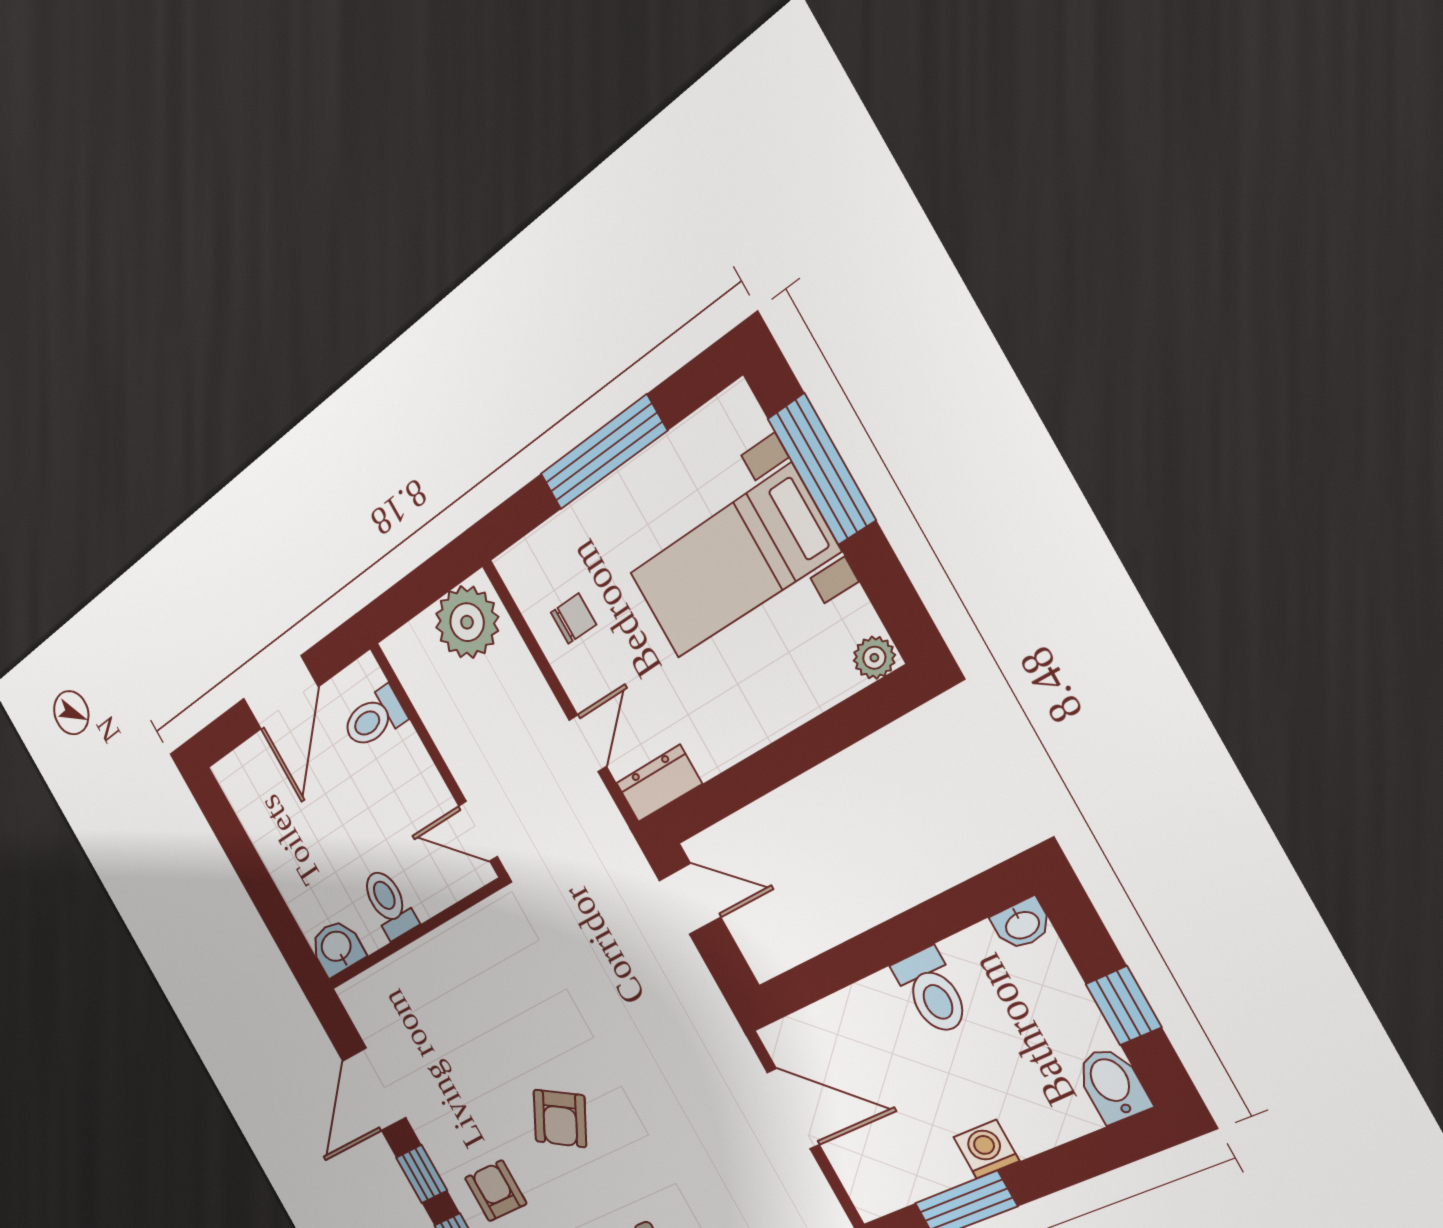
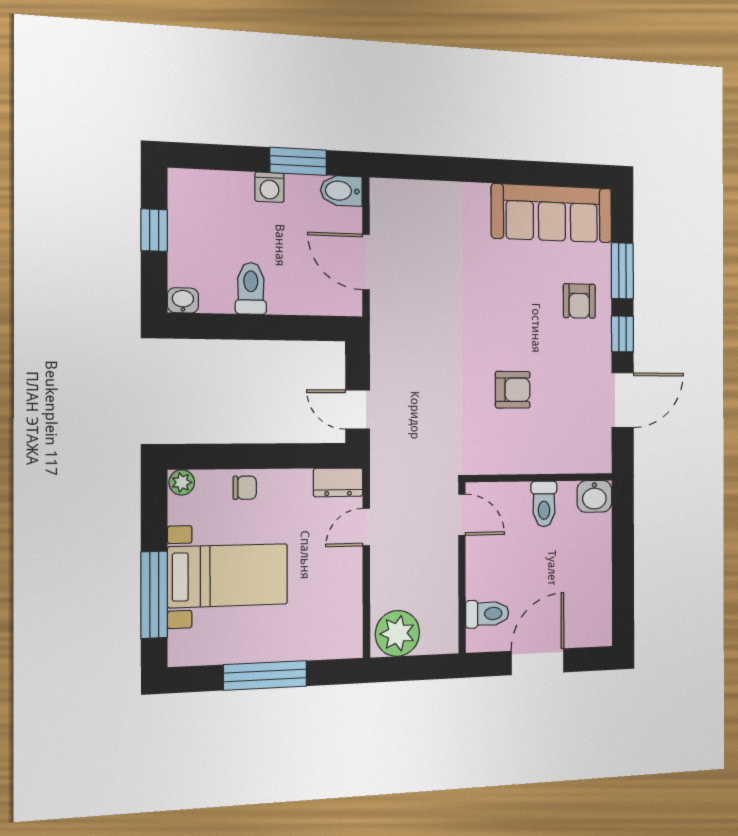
chair: (574, 619) -> (245, 488), moved, turned 180
bidet: (1112, 1085) -> (341, 191), moved, turned 90
armchair: (560, 1118) -> (513, 390), moved, turned 60

